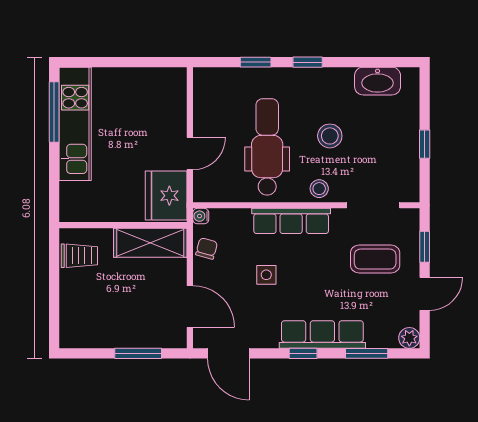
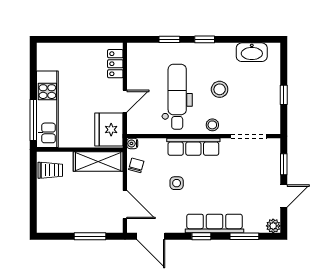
locker: (176, 98) -> (115, 64), added
window: (54, 112) -> (33, 120), moved
kitchen unit: (75, 124) -> (47, 109), moved
coffee table: (375, 259) -> (250, 173), removed

